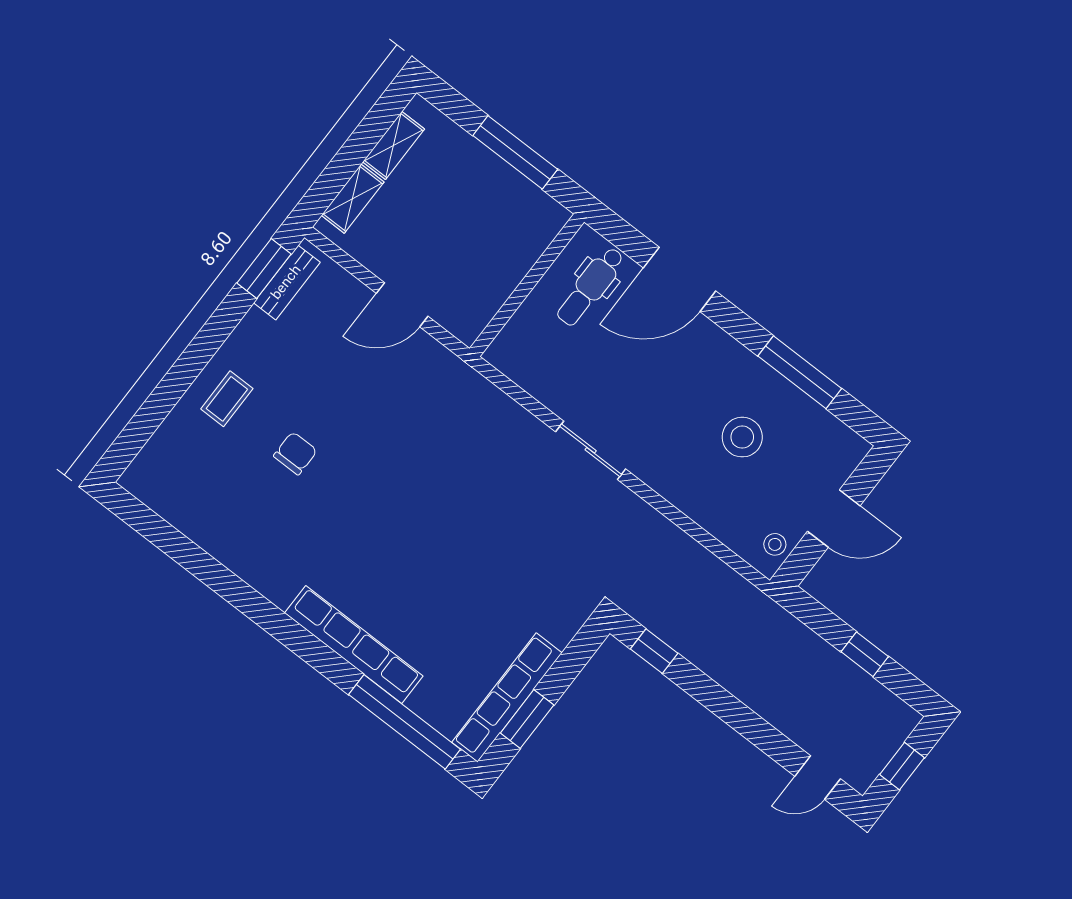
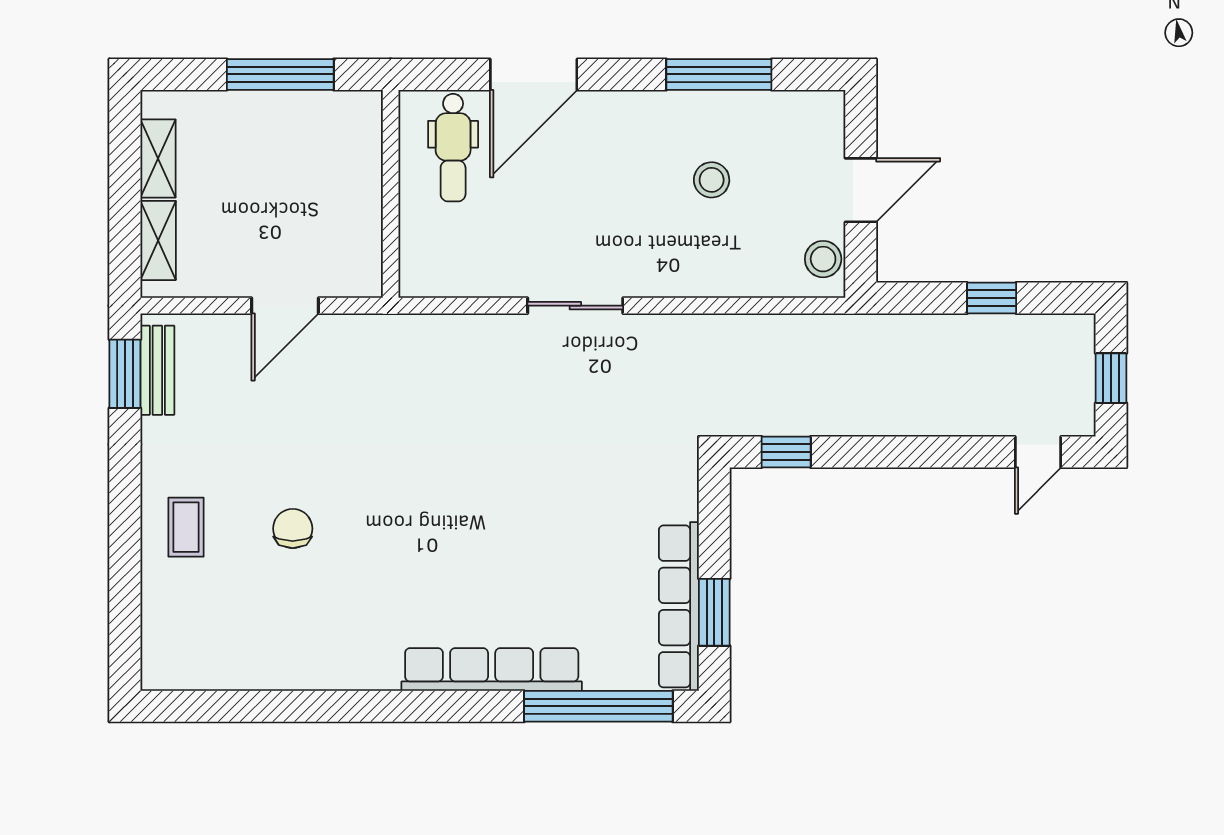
stool: (742, 437) -> (712, 180), width x0.73, depth x0.73
stool: (775, 544) -> (823, 259), width x1.37, depth x1.37

